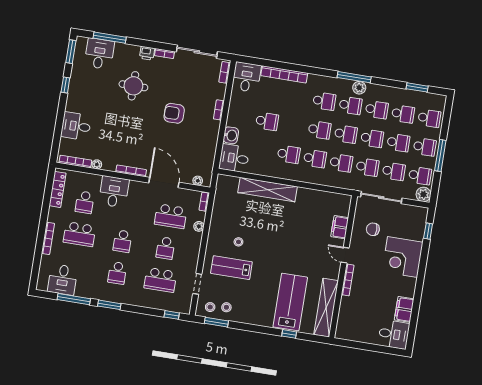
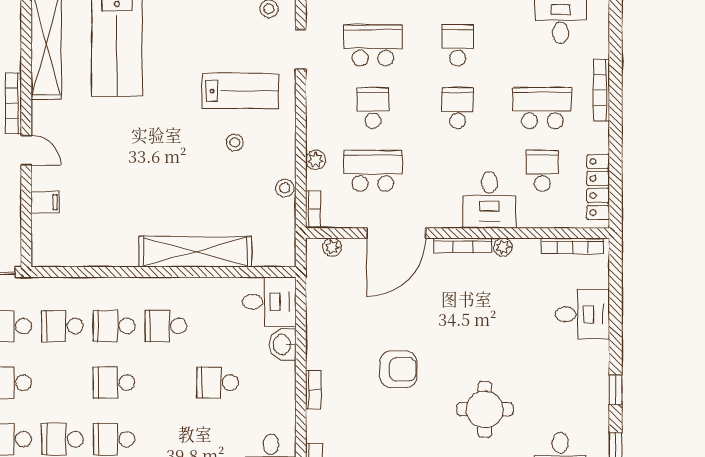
school desk: (346, 134) -> (62, 383), removed
plant: (97, 164) -> (503, 247), moved
door: (164, 183) -> (396, 233), hinge flipped
filing cabinet: (340, 227) -> (45, 202), width x0.50
stool: (226, 307) -> (285, 188), moved

